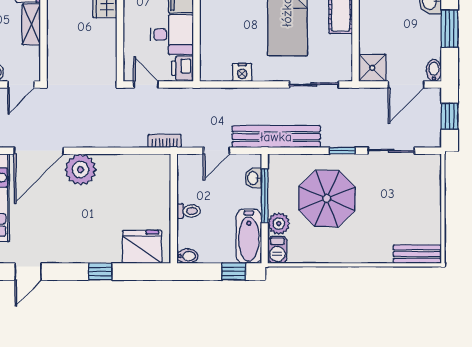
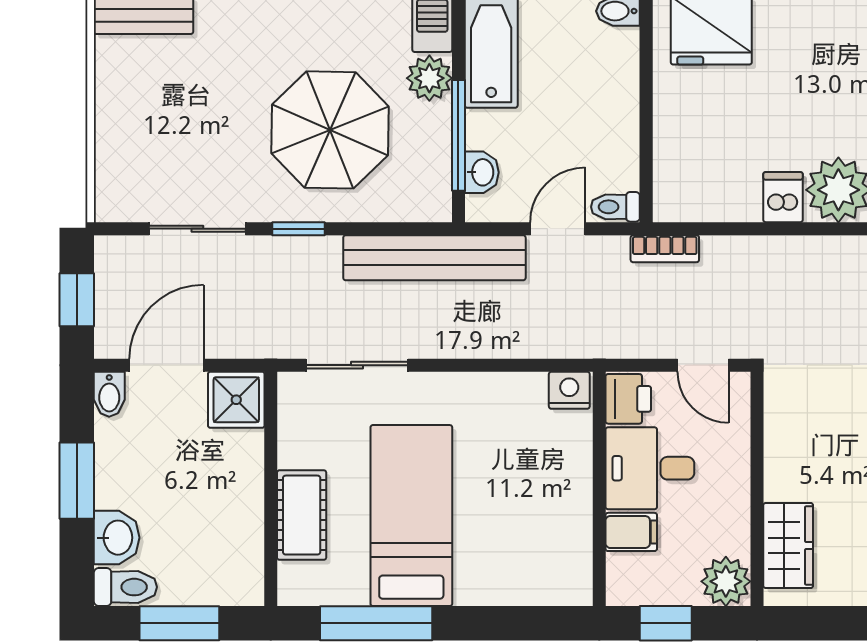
nightstand: (242, 72) -> (569, 390), moved
dishwasher: (107, 166) -> (783, 197), added
toilet: (189, 211) -> (615, 207), moved

